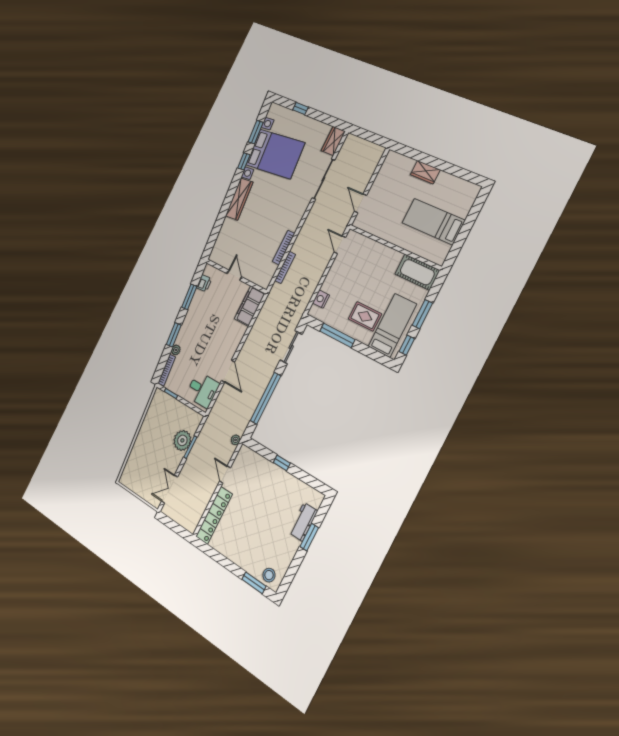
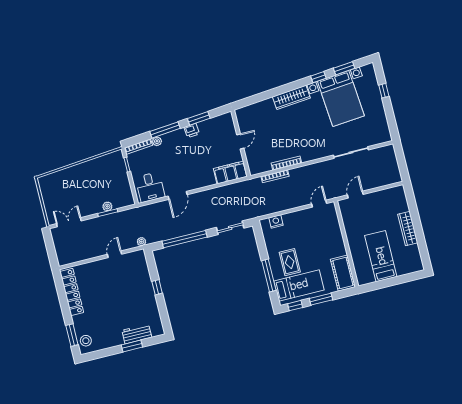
wardrobe: (333, 141) -> (380, 137), removed
wardrobe: (425, 172) -> (408, 228), width x1.50
printer: (204, 283) -> (192, 131), moved
window: (174, 335) -> (165, 130), width x1.44
window: (337, 335) -> (269, 276), moved
plant: (182, 440) -> (107, 206), width x0.53, depth x0.53
locker: (214, 515) -> (72, 292), moved, turned -90

